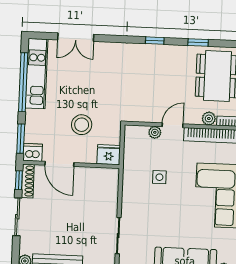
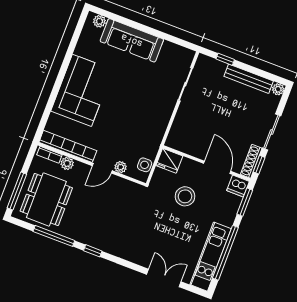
window: (198, 42) -> (54, 236), width x2.17
side table: (159, 177) -> (145, 165), moved

